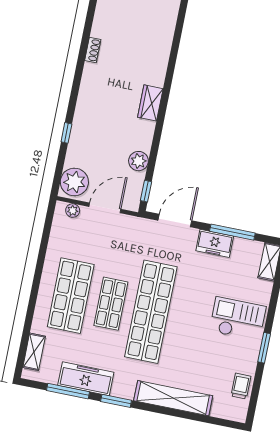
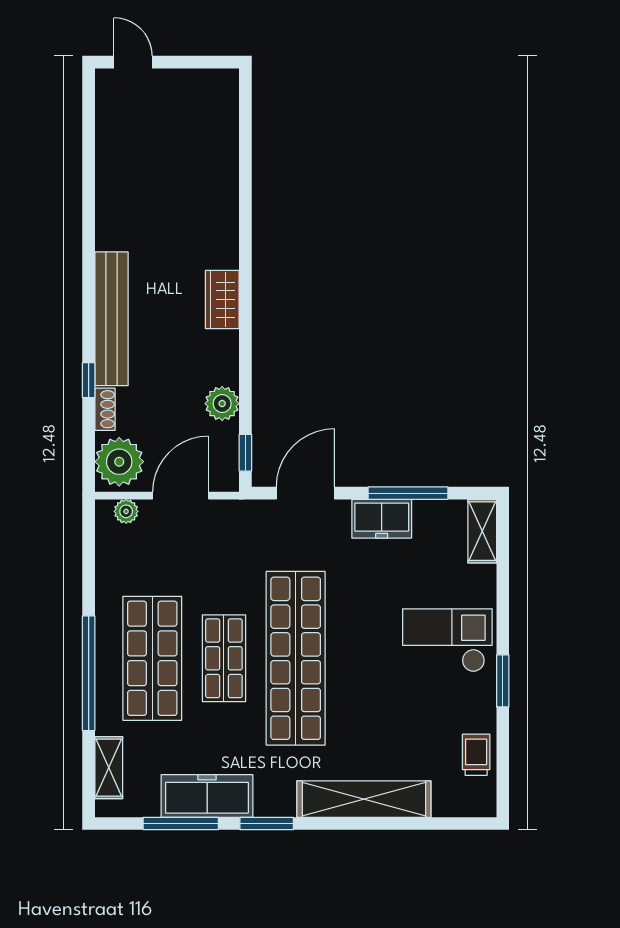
shoe rack: (93, 50) -> (105, 409), moved
bench: (86, 101) -> (111, 319), added
window: (33, 297) -> (89, 673), added

